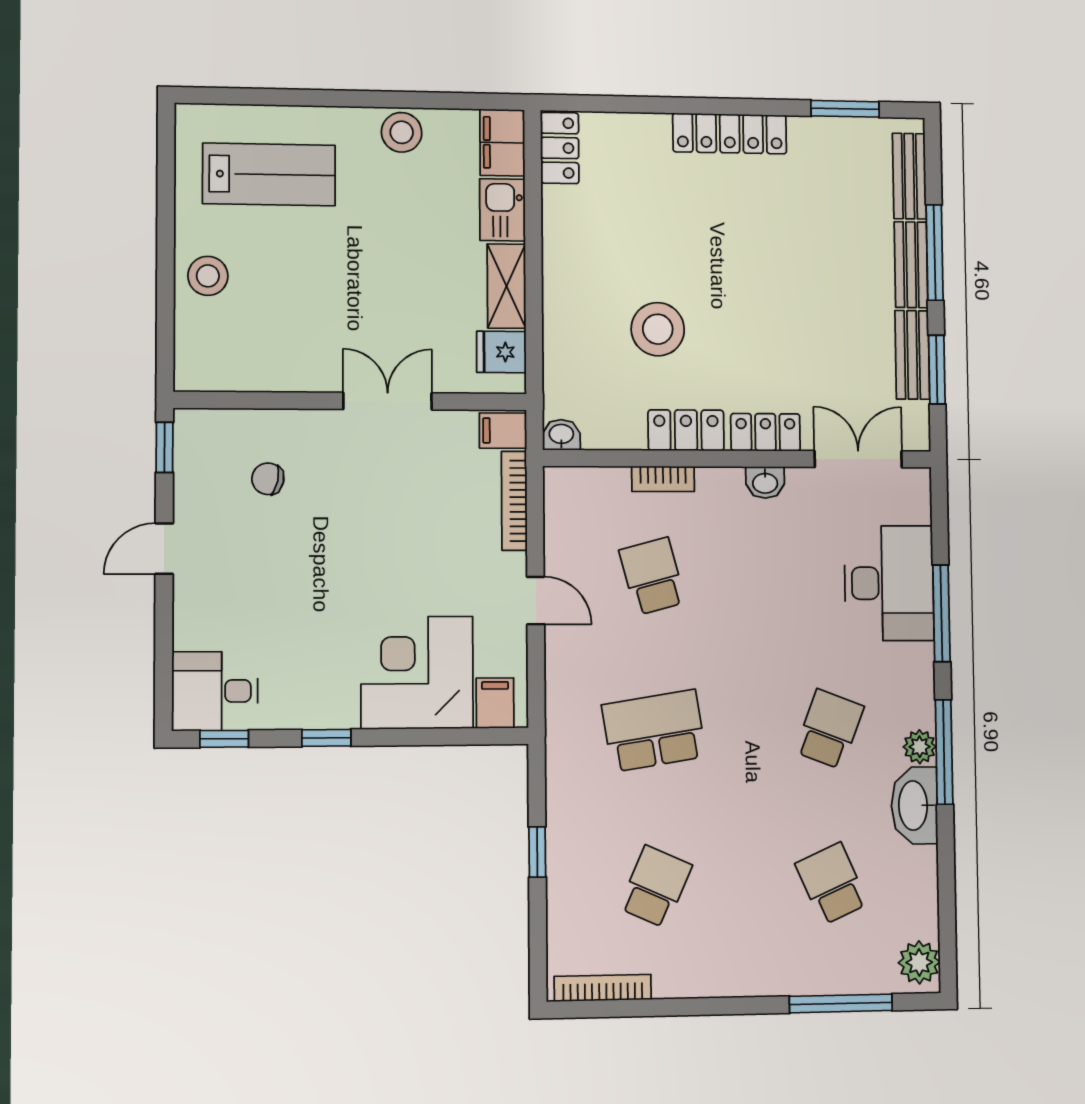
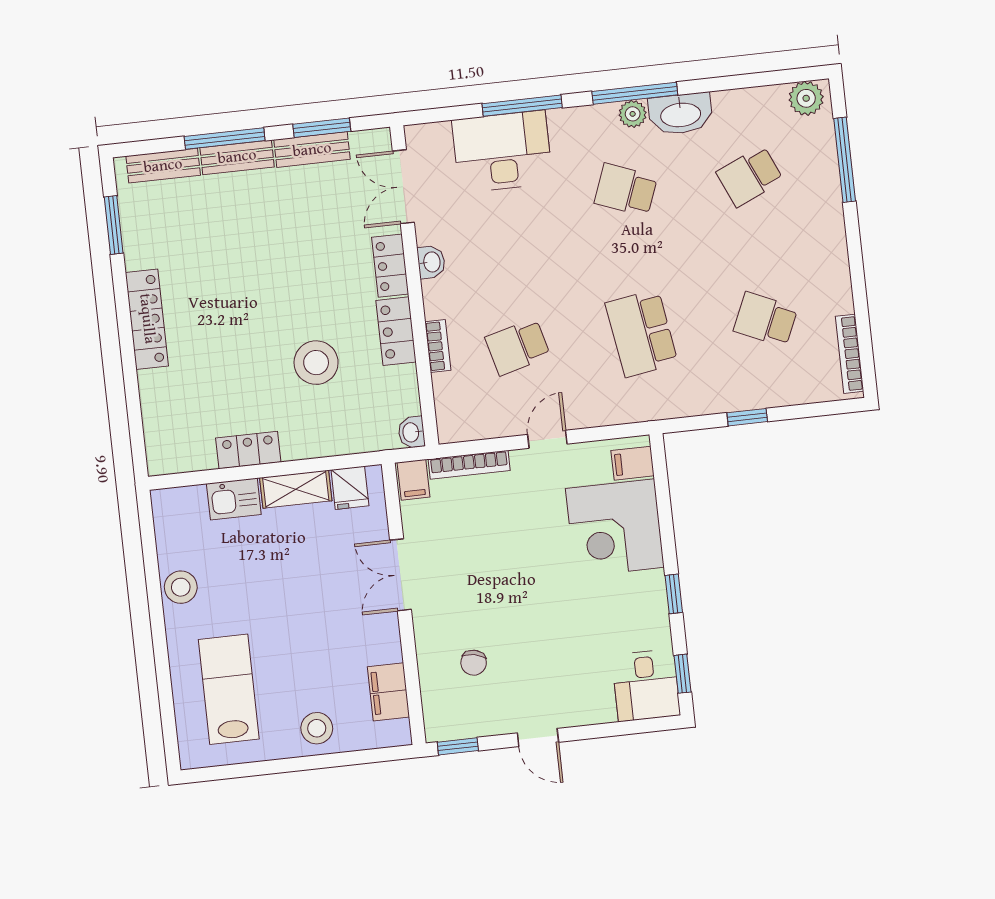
filing cabinet: (502, 143) -> (389, 692), moved, turned 90
locker: (560, 148) -> (248, 450), moved

